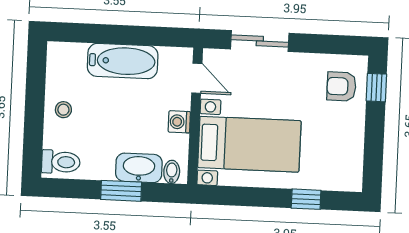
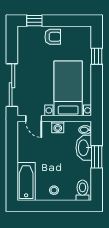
sliding door: (260, 41) -> (12, 85), width x1.37
bathtub: (123, 61) -> (26, 182), moved
door: (197, 78) -> (34, 118), swing flipped
armchair: (341, 86) -> (53, 37), moved, turned -90

